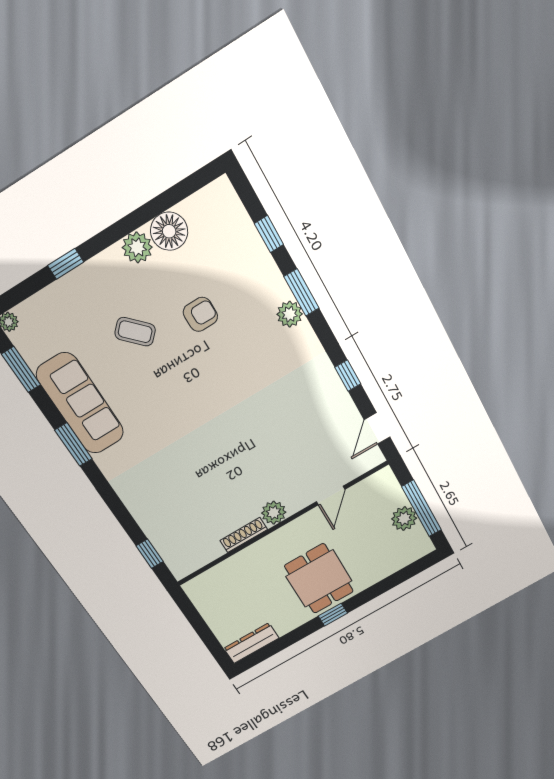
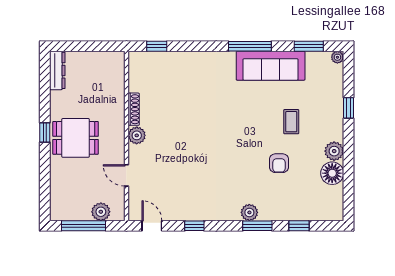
coffee table: (135, 332) -> (291, 122), turned -45
window: (73, 444) -> (250, 46), width x1.44
plant: (404, 519) -> (101, 212), moved

